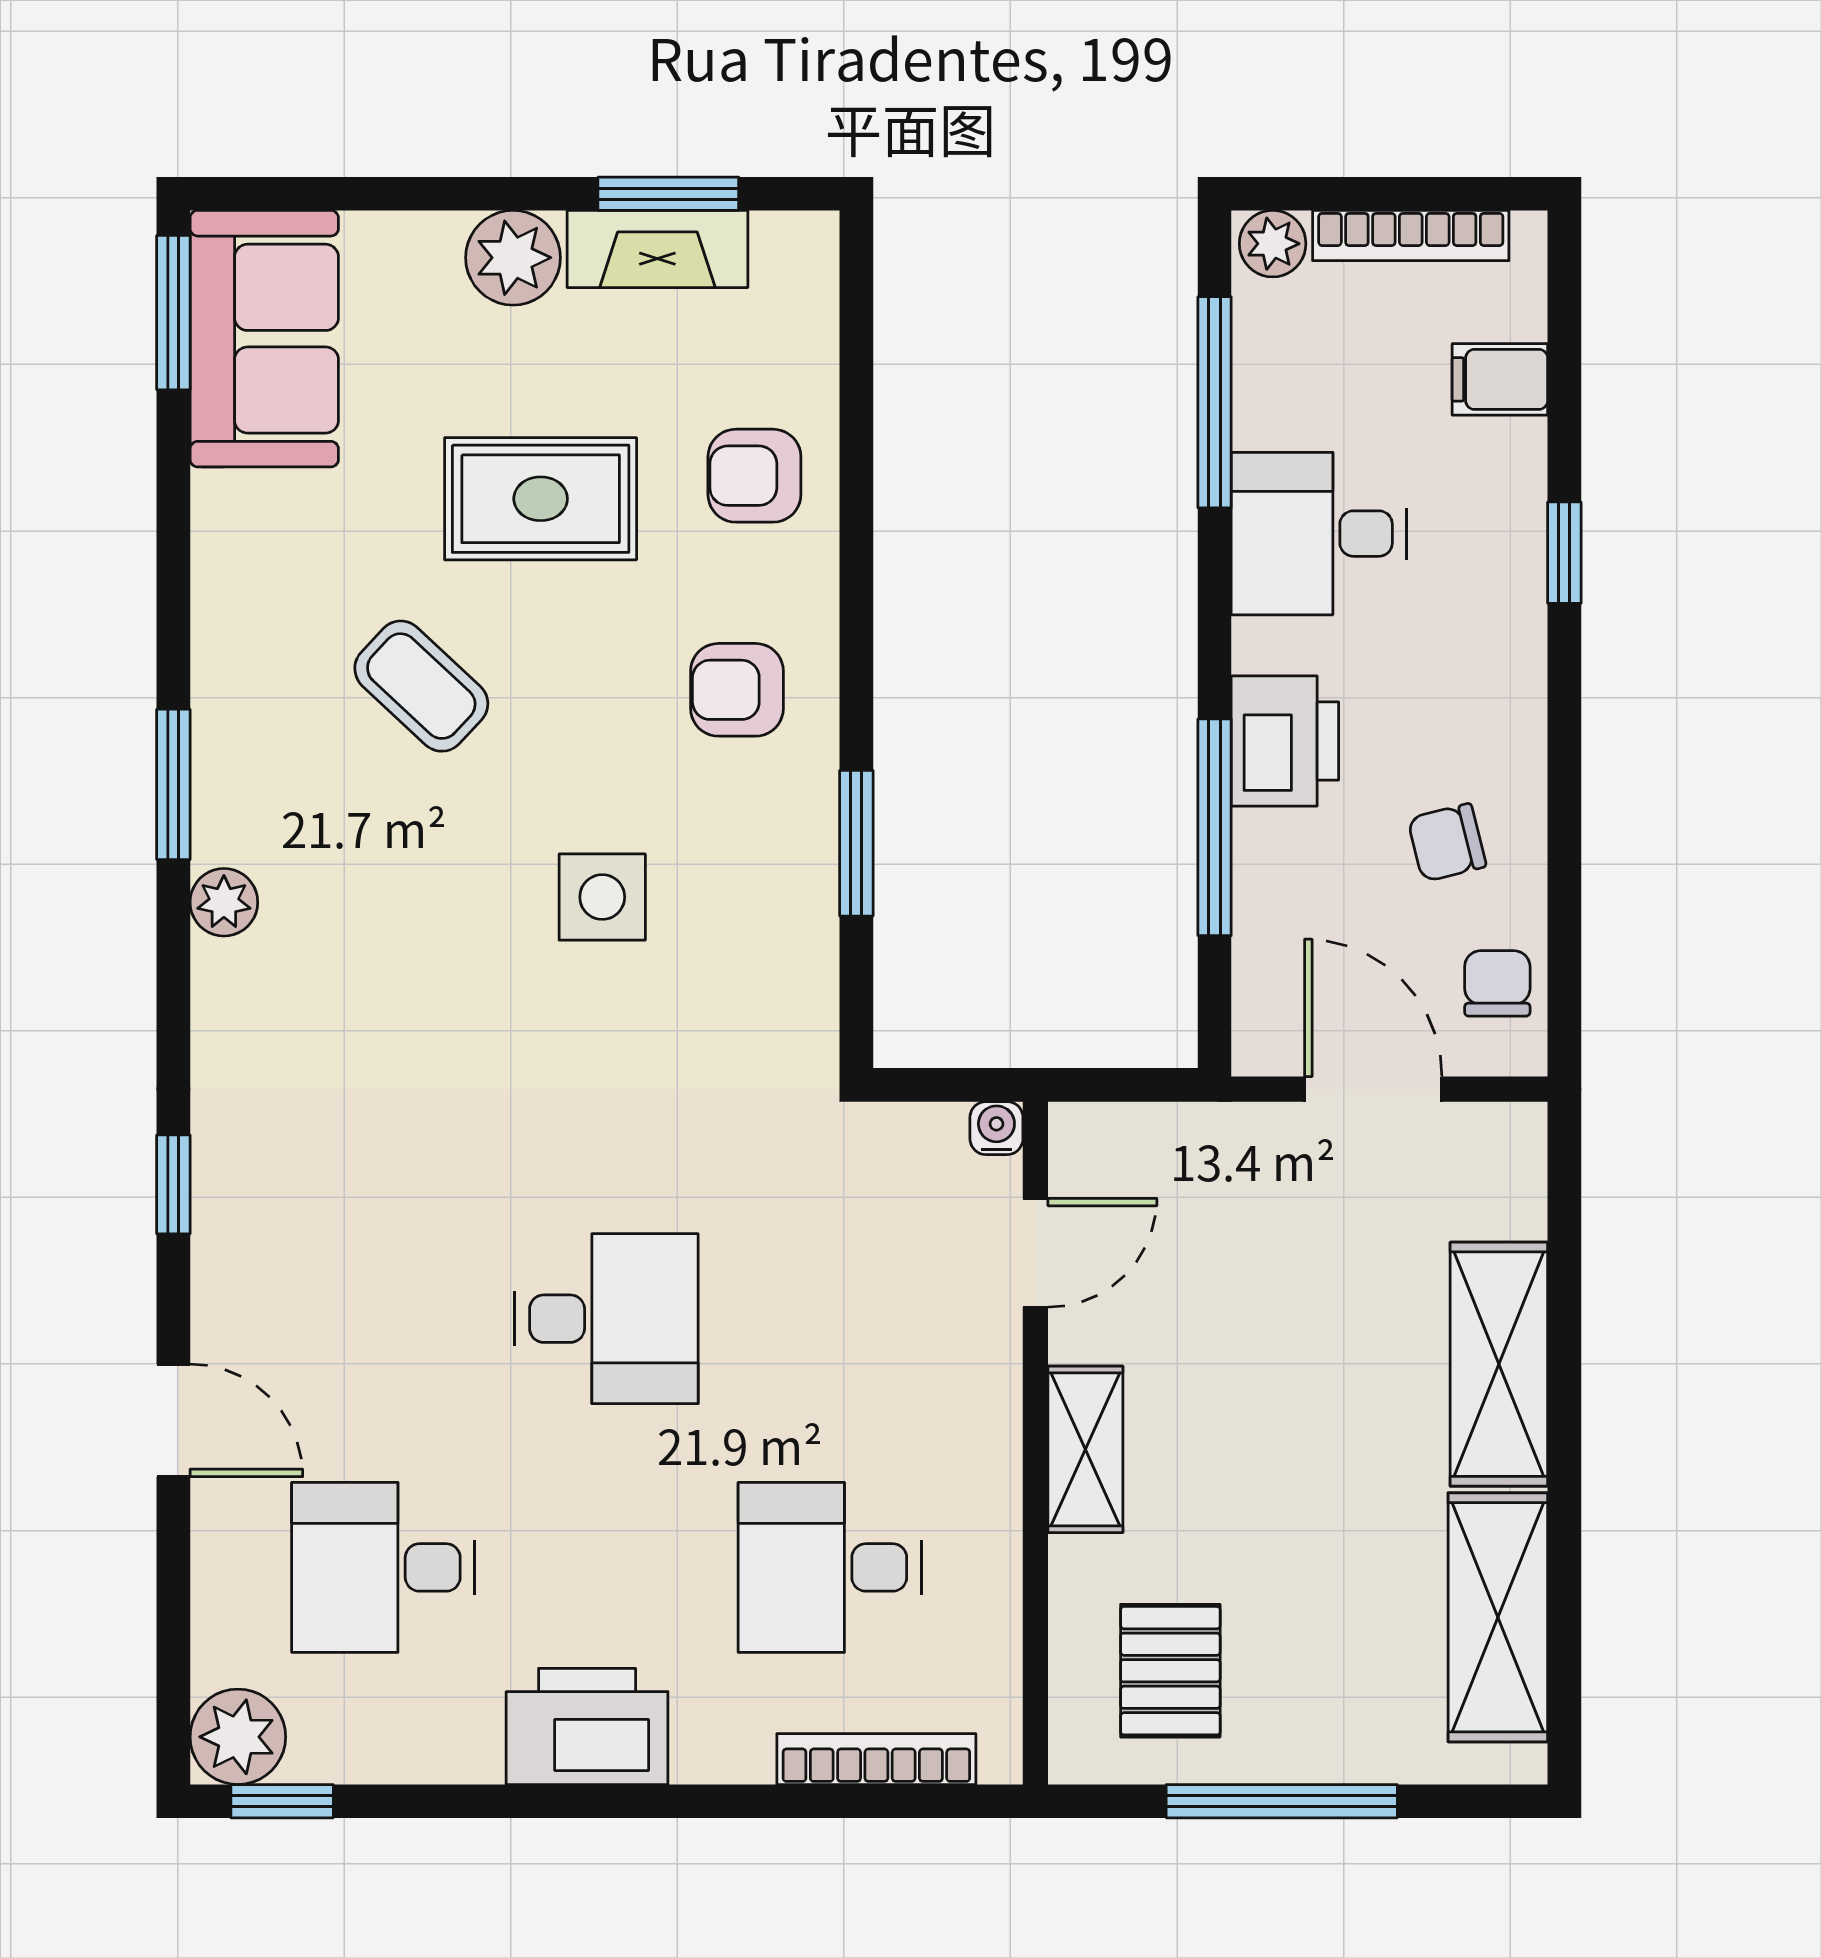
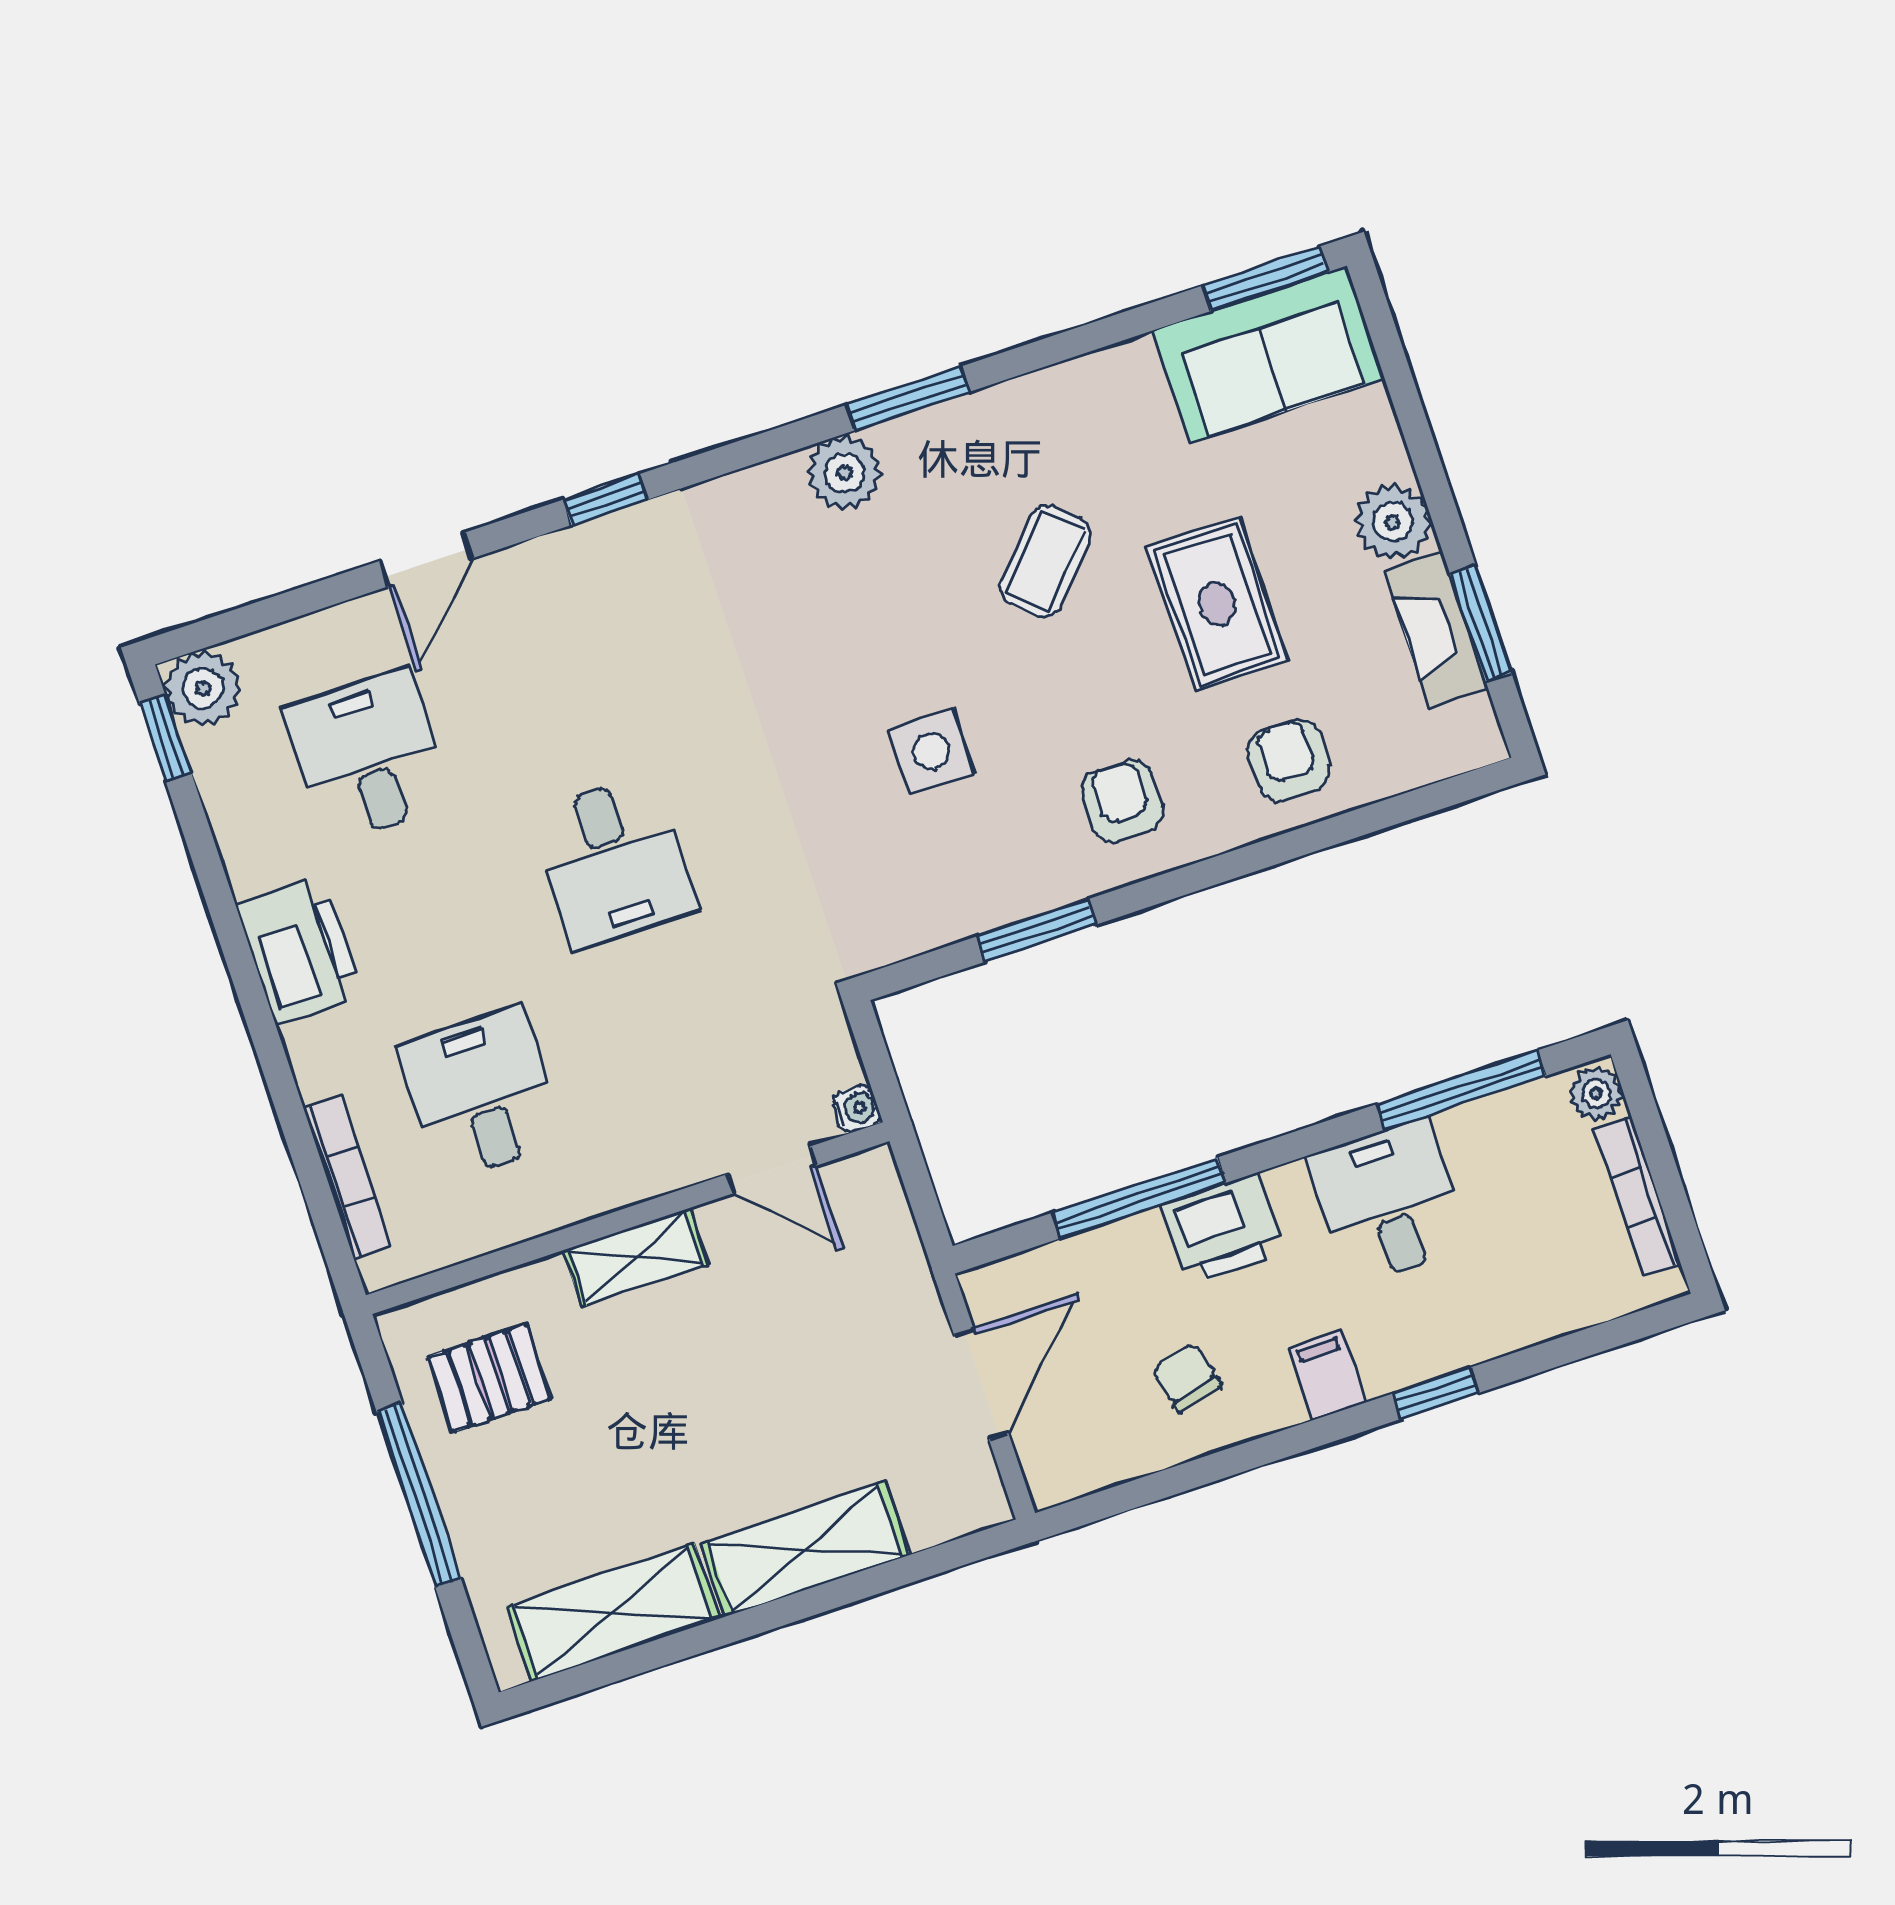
filing cabinet: (1500, 379) -> (1327, 1375), moved
plant: (224, 902) -> (844, 473), width x1.38, depth x1.38
chair: (1497, 983) -> (1093, 1451), removed

